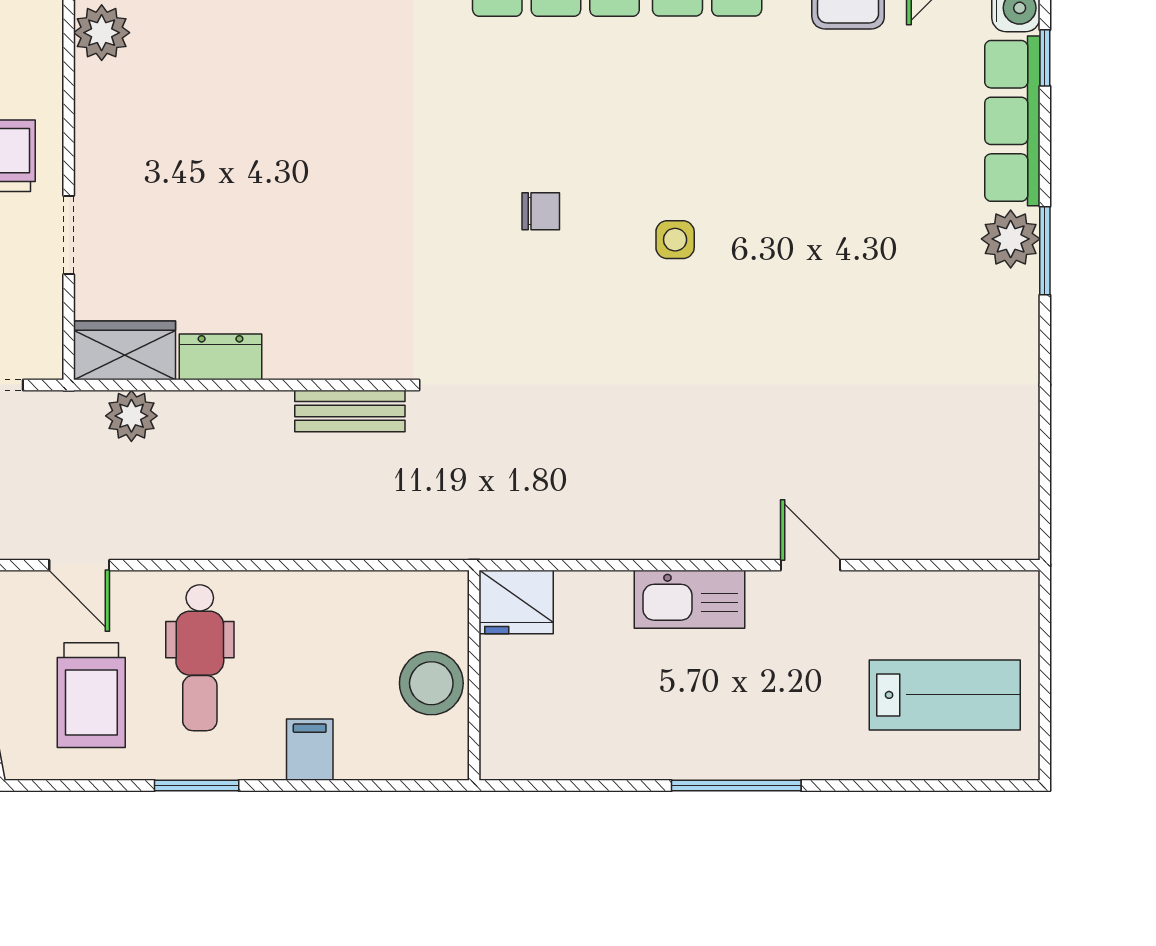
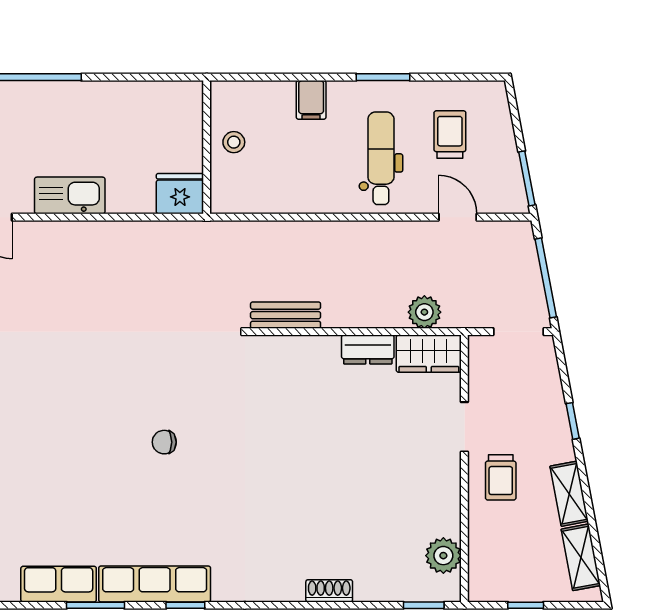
side table: (675, 240) -> (79, 424), removed
stool: (431, 683) -> (234, 142), width x0.53, depth x0.53
trolley: (91, 695) -> (450, 135), width x0.73, depth x0.72

